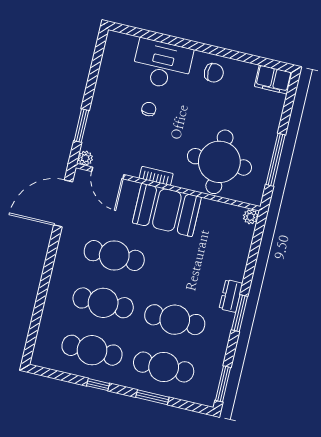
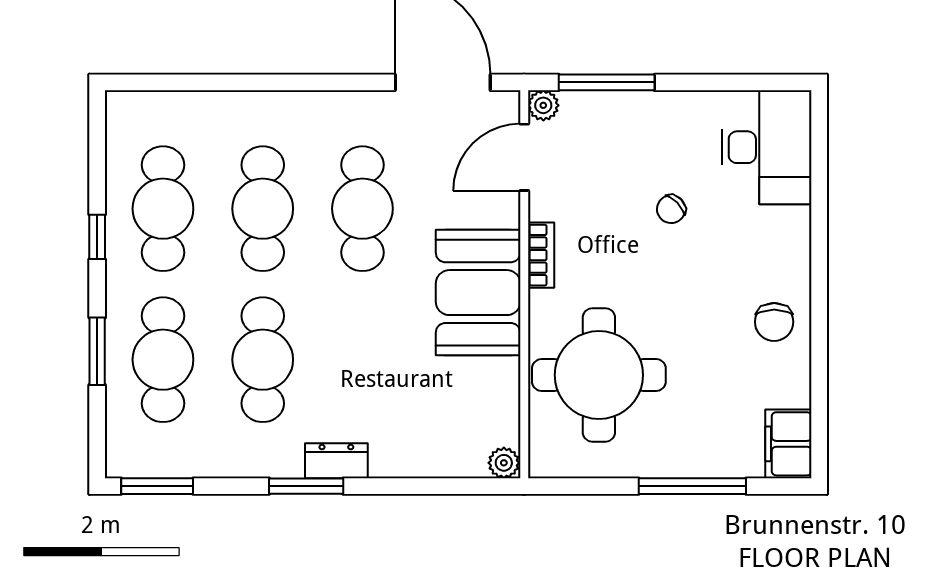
desk: (162, 64) -> (767, 147), moved
chair: (149, 109) -> (671, 209), turned 136
window: (81, 126) -> (607, 82), width x1.44
window: (276, 160) -> (692, 486), moved

